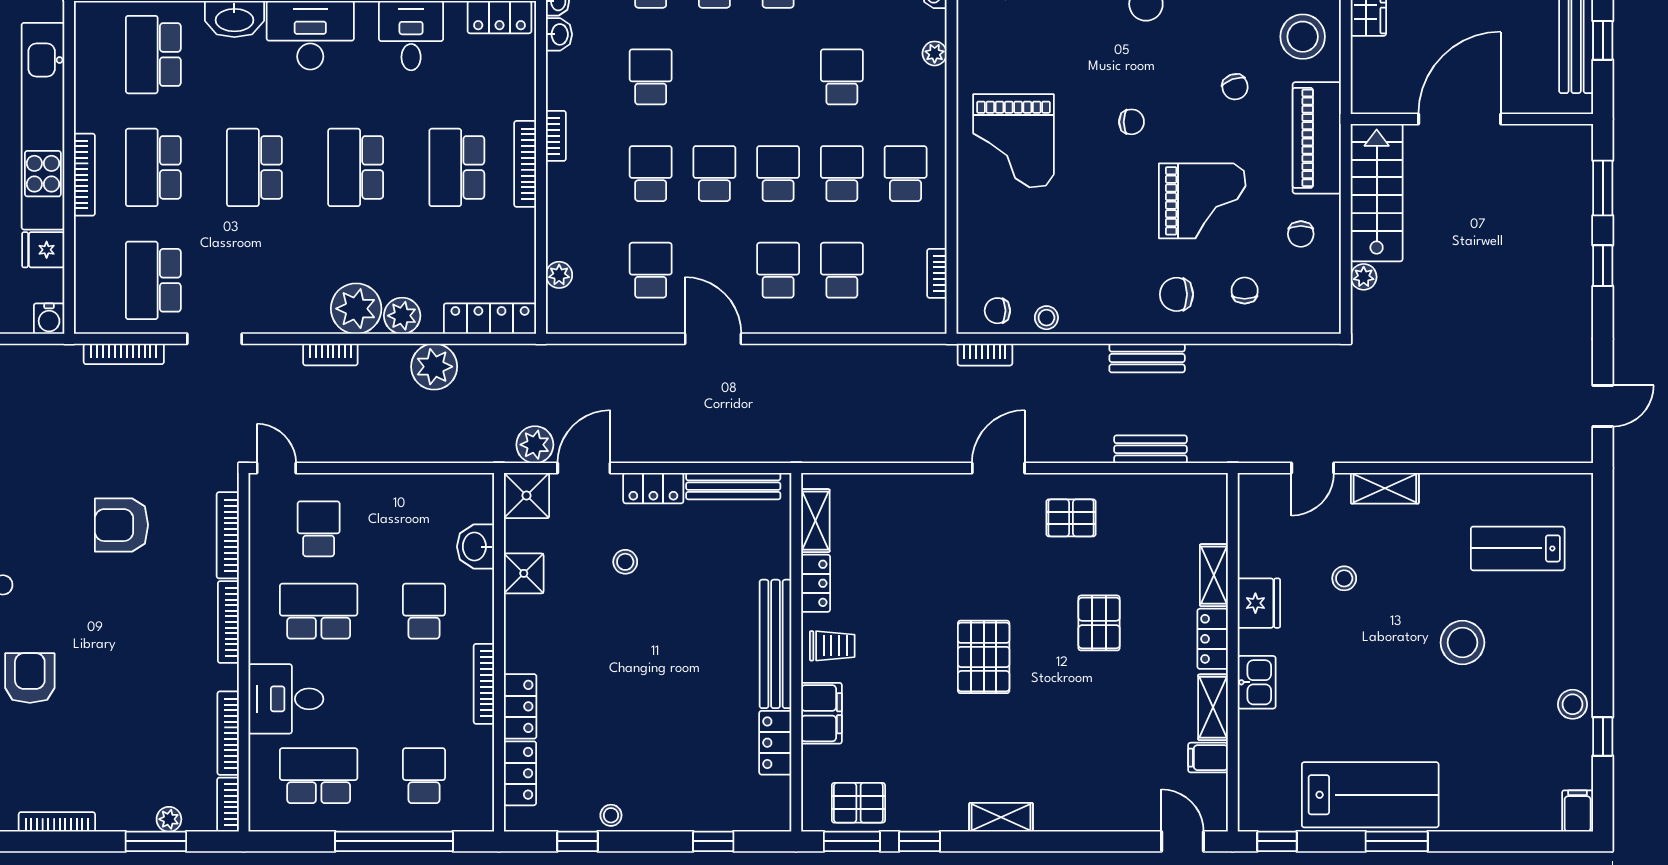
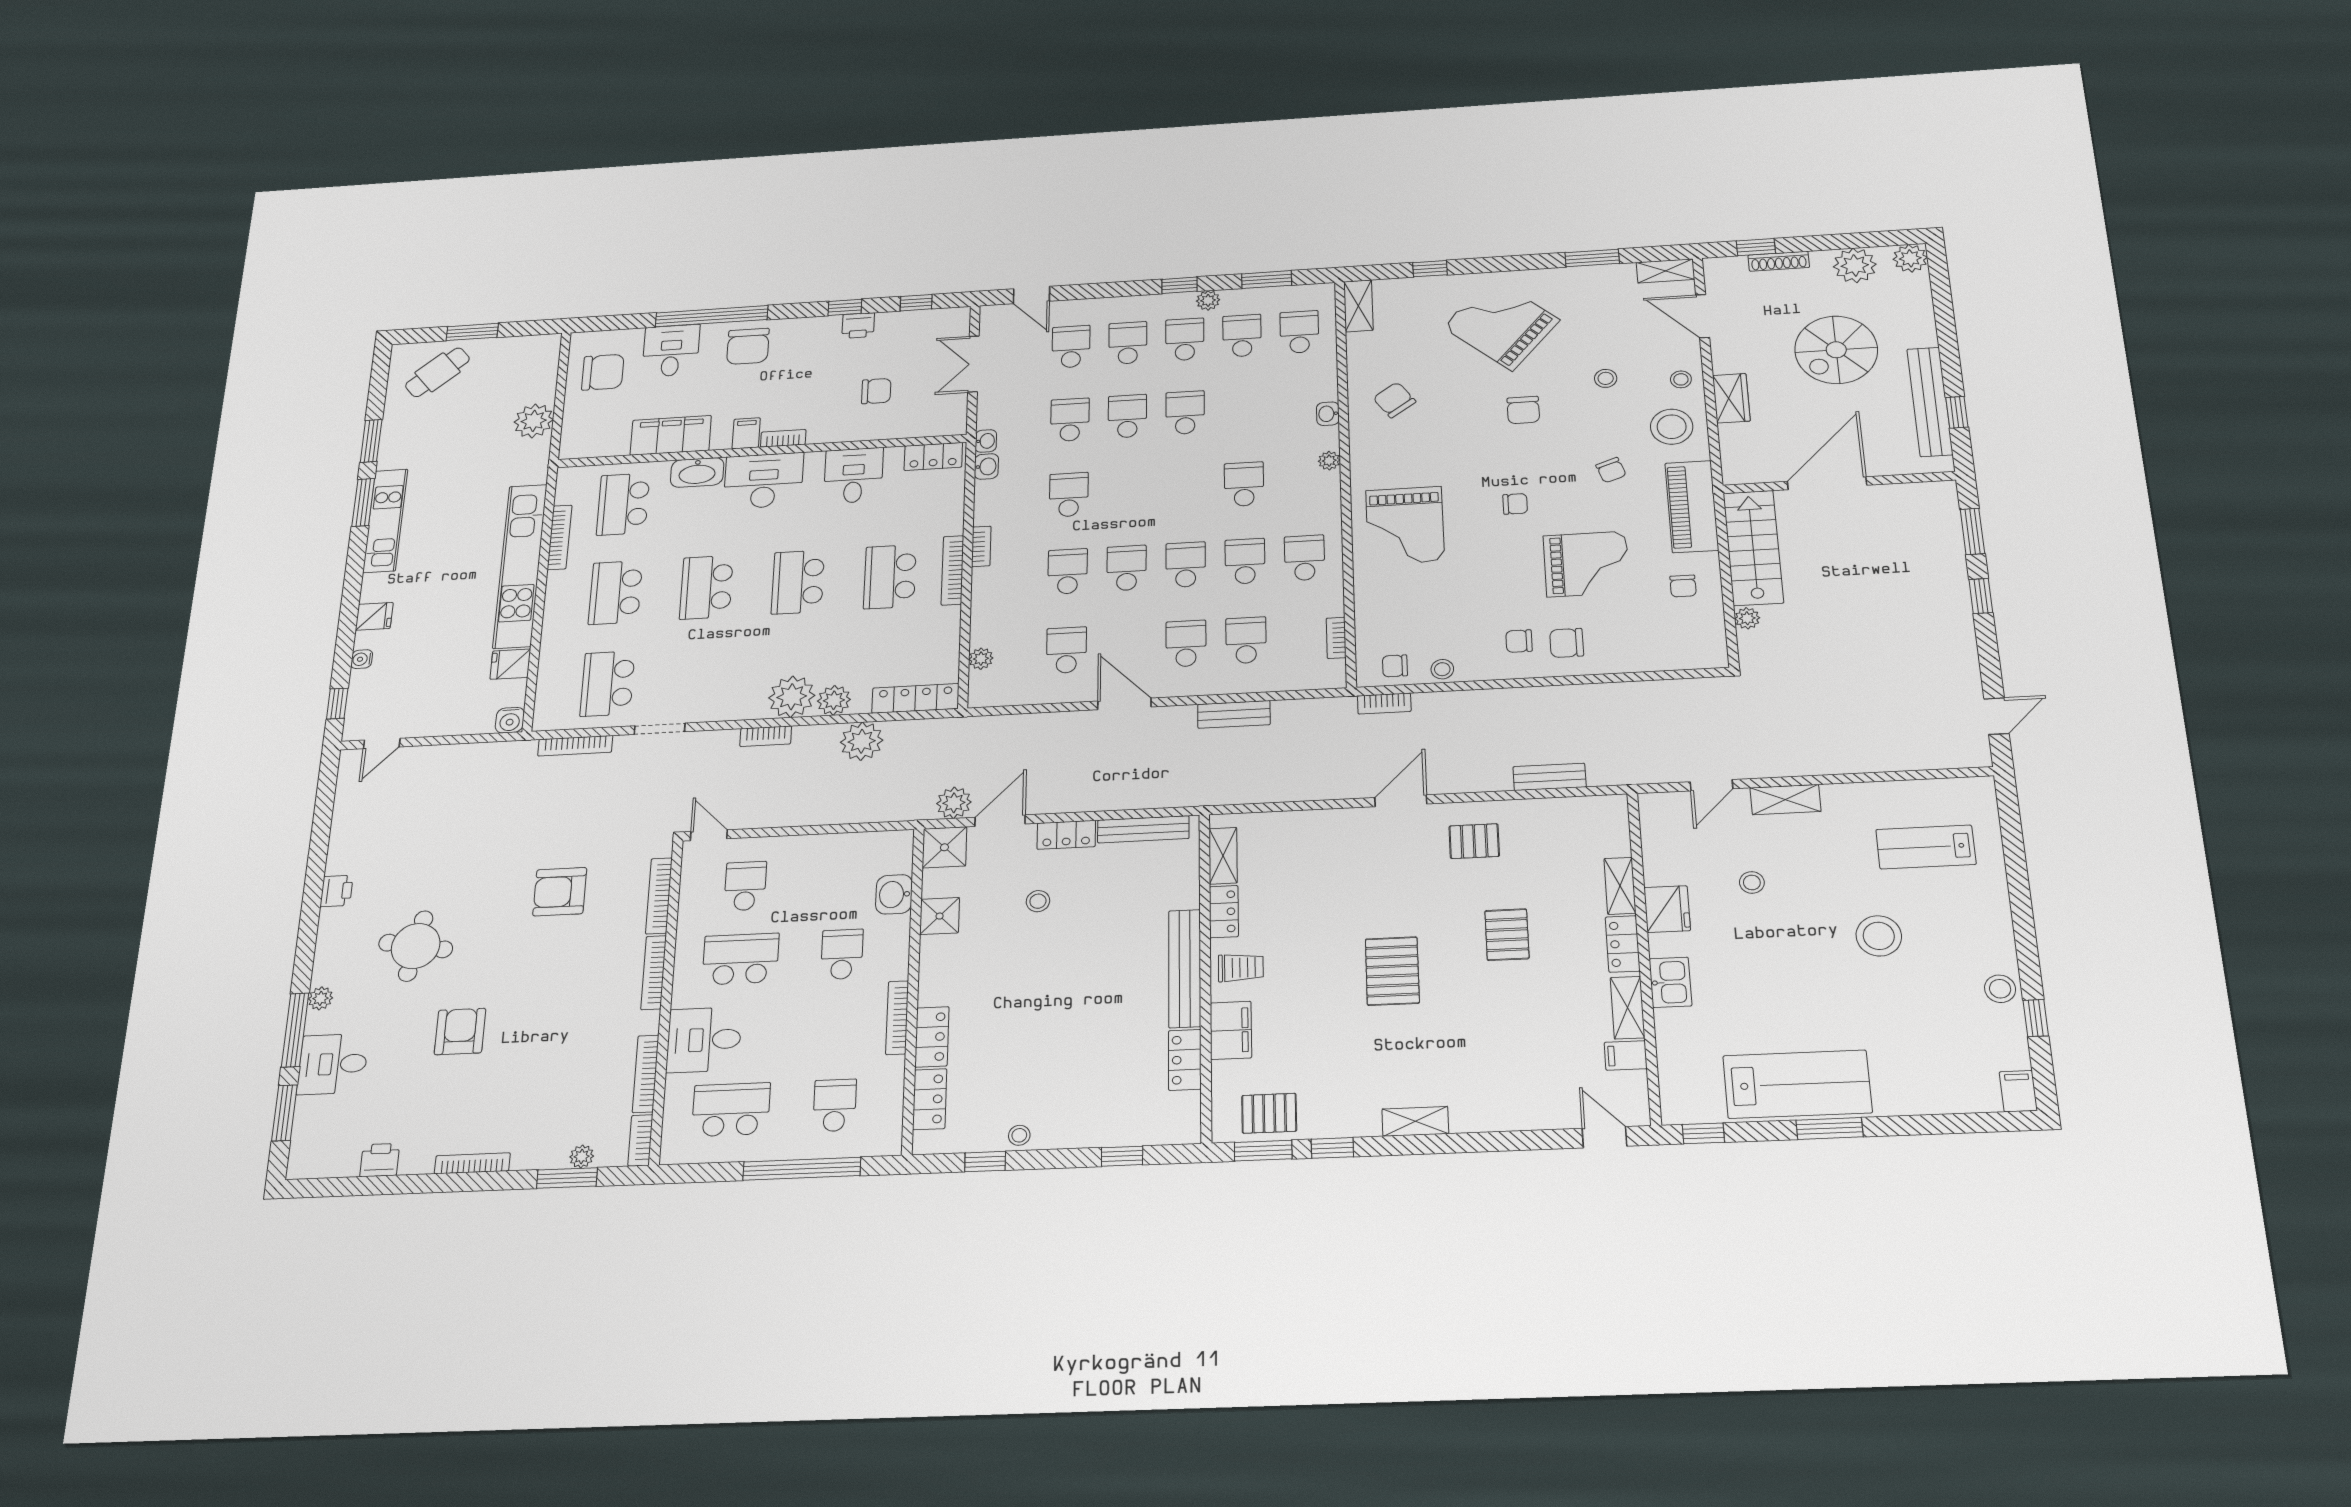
bookcase: (84, 175) -> (560, 537), moved
chair: (1245, 290) -> (1519, 641), moved, turned -90
bench: (1147, 358) -> (1234, 714), moved

